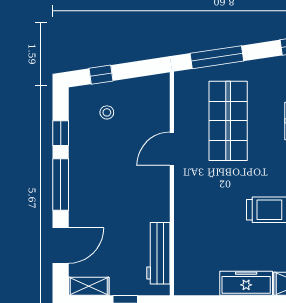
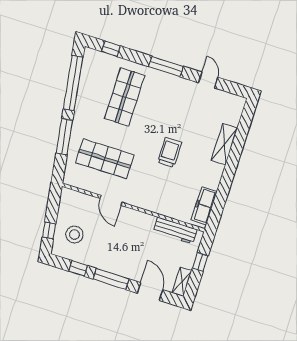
window: (217, 57) -> (64, 137), moved
stool: (107, 112) -> (74, 235), width x1.89, depth x1.89
freezer: (246, 283) -> (204, 206), moved

